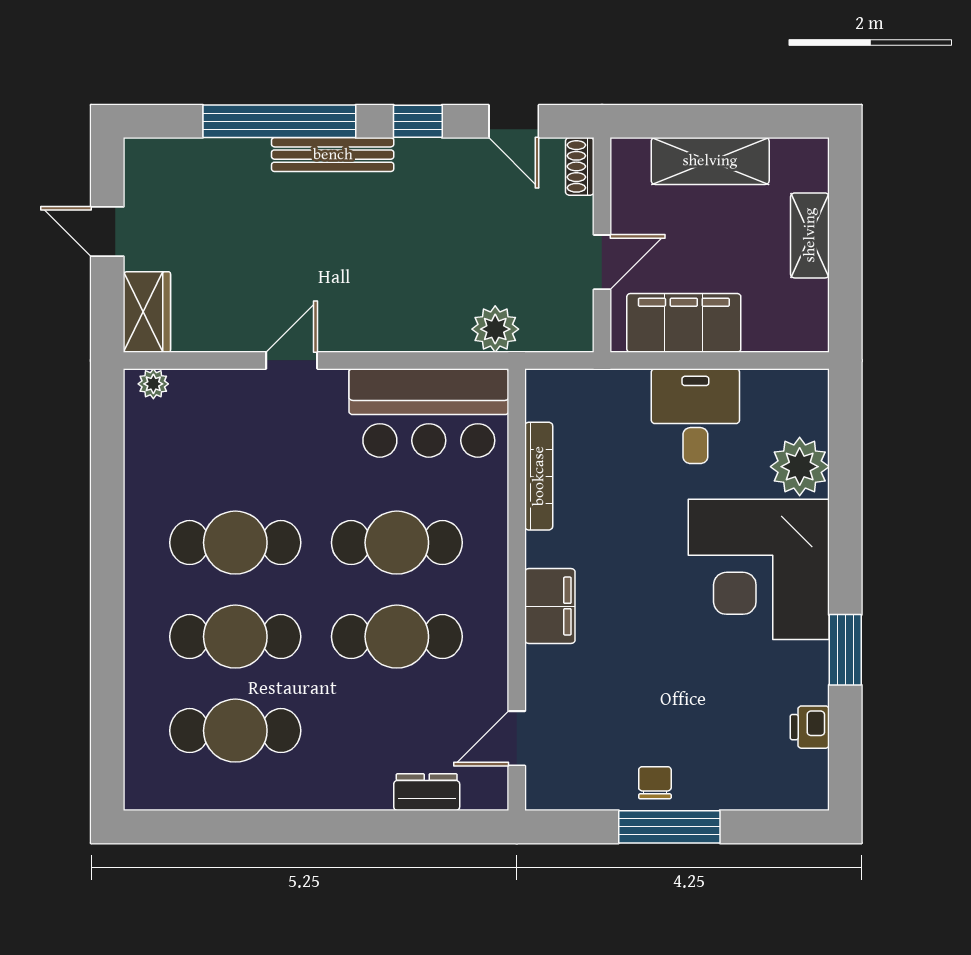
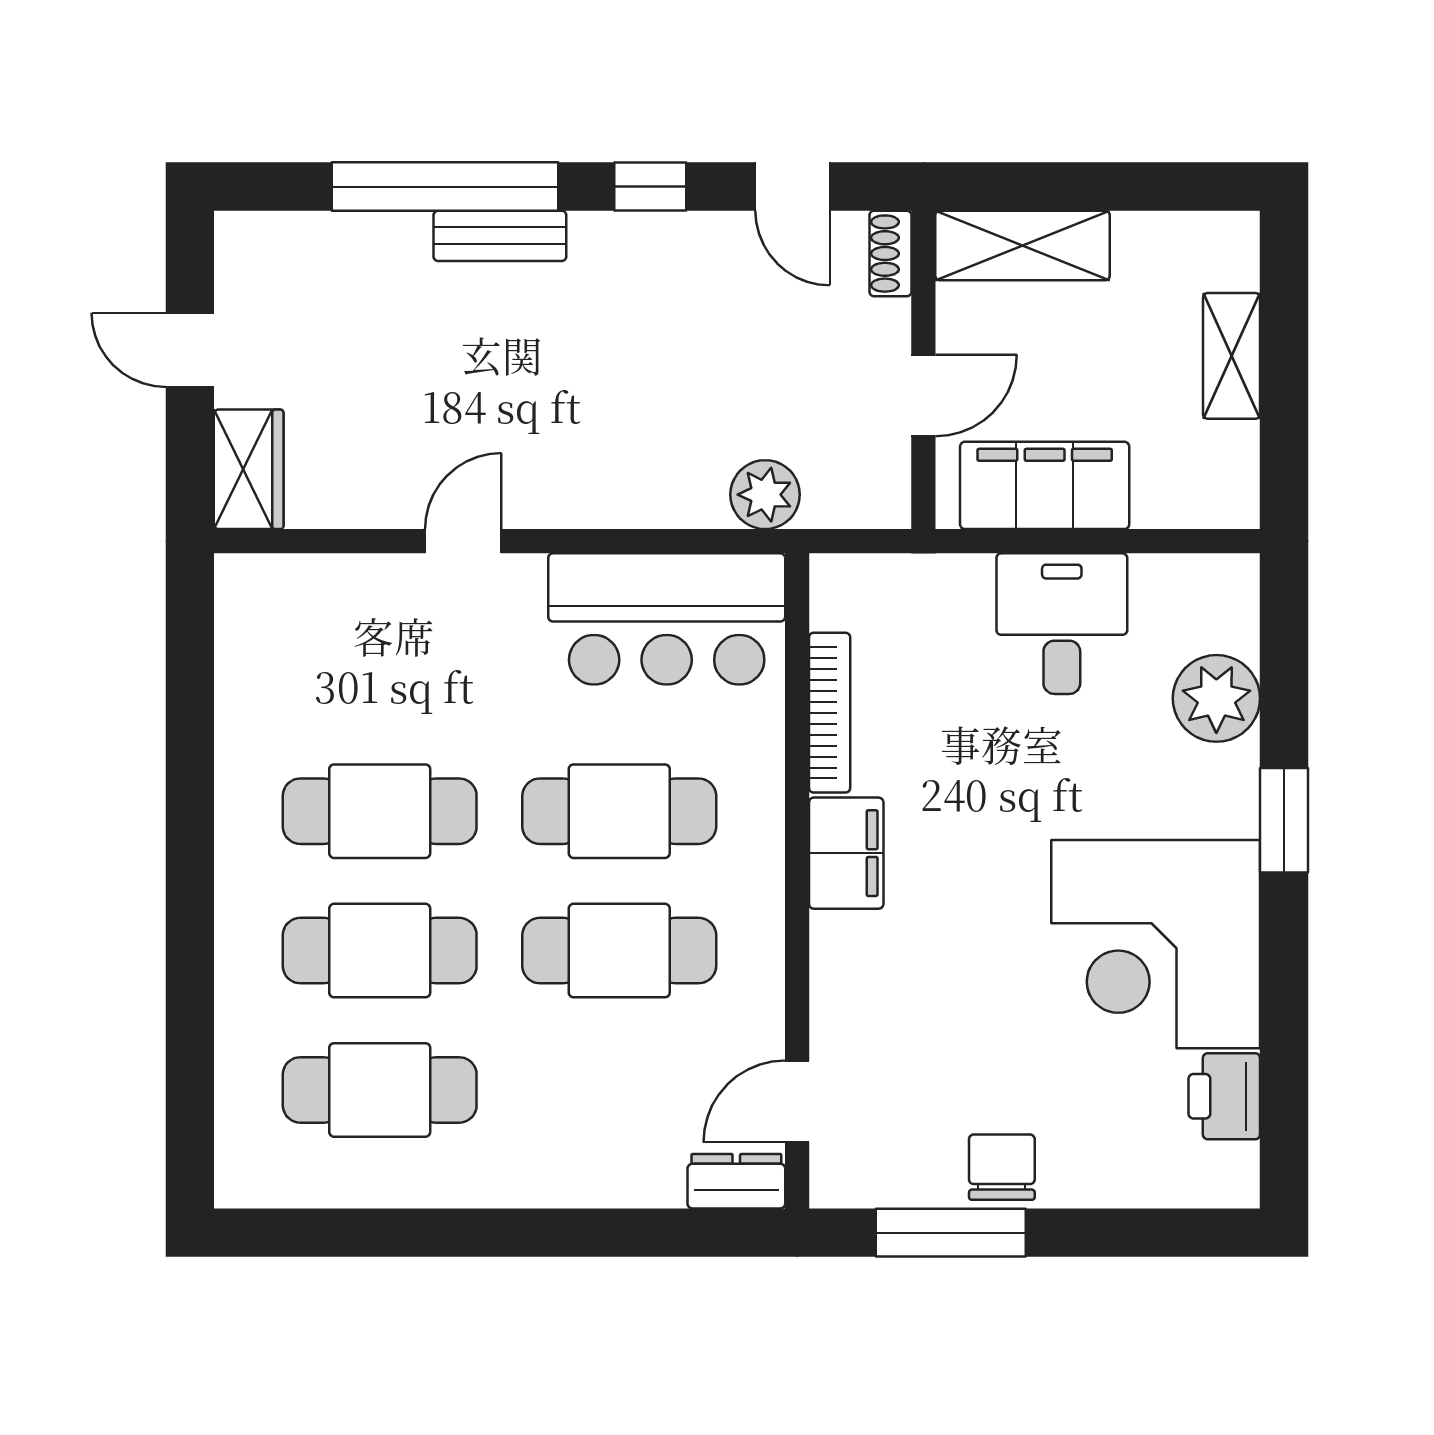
bench: (333, 155) -> (500, 236), width x0.73
shelving: (710, 161) -> (1023, 245), moved
plant: (153, 384) -> (258, 576), removed
corner desk: (759, 569) -> (1156, 944), moved
filing cabinet: (550, 606) -> (846, 853), moved
window: (845, 650) -> (1284, 820), moved
printer: (810, 727) -> (1224, 1096), width x1.36, depth x1.24
chair: (655, 783) -> (1002, 1167), width x1.37, depth x1.37
dresser: (427, 792) -> (736, 1181), moved
window: (669, 827) -> (951, 1233), moved

